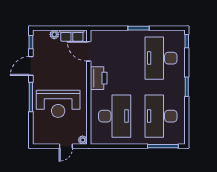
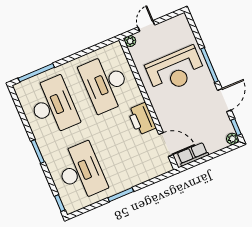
plant: (54, 34) -> (232, 139), moved
reception desk: (58, 104) -> (175, 70), turned 180

